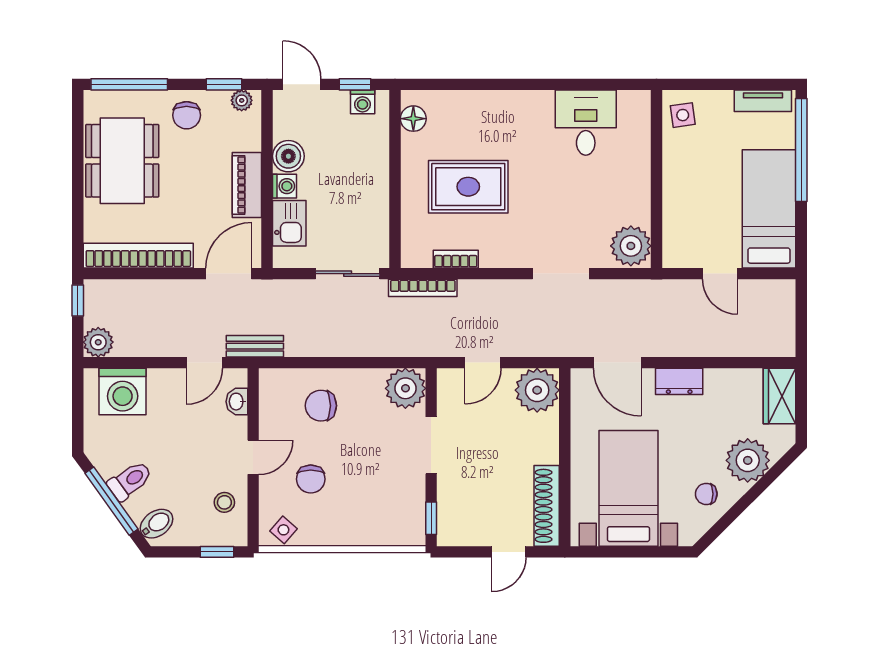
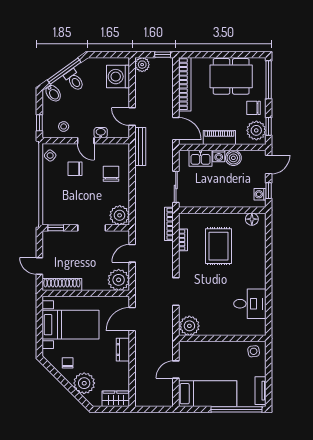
plant: (242, 100) -> (256, 130), width x1.88, depth x1.88
bench: (255, 346) -> (140, 147), width x1.36
door: (483, 363) -> (132, 253), hinge flipped
washbasin: (237, 402) -> (101, 133), moved

